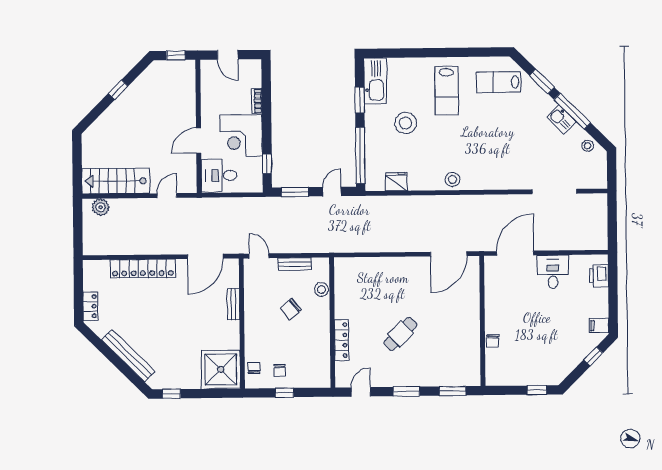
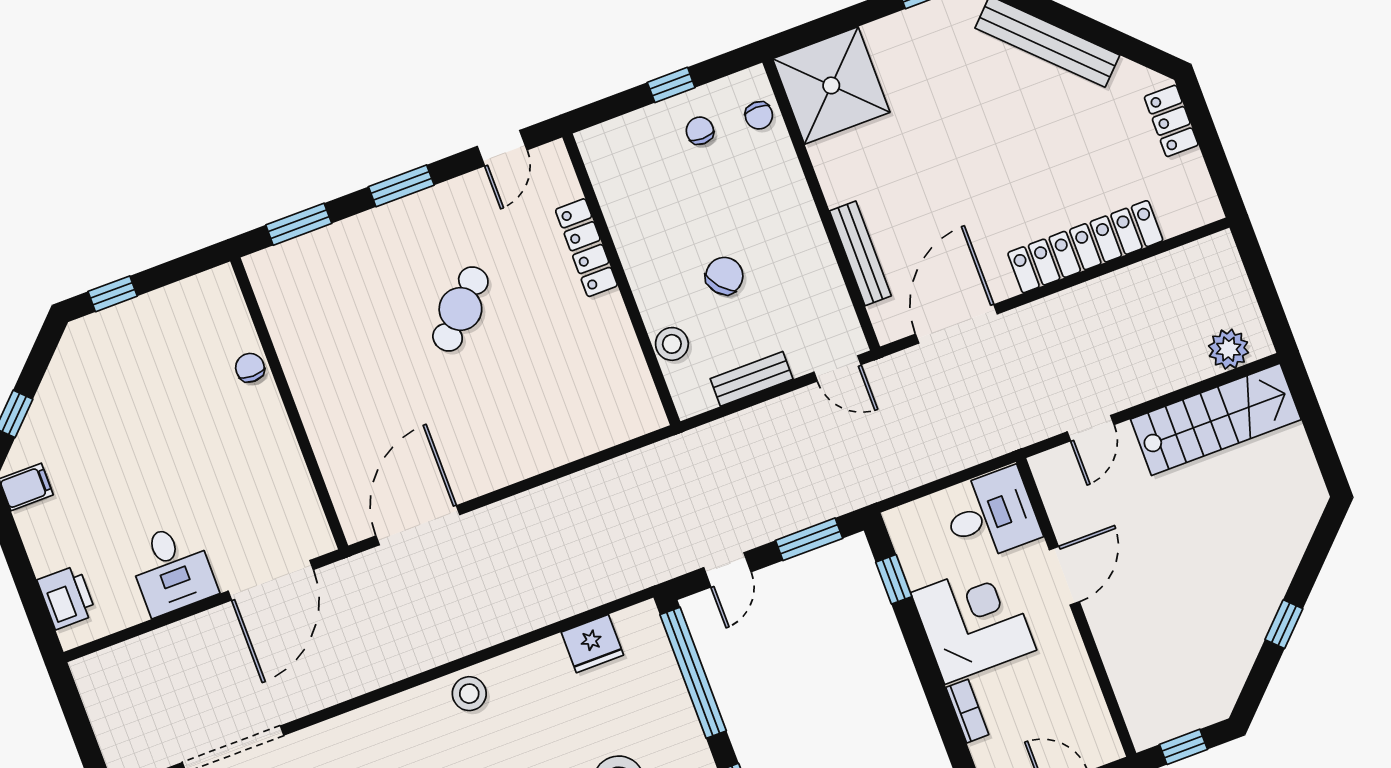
bench: (233, 304) -> (860, 253), width x1.36

